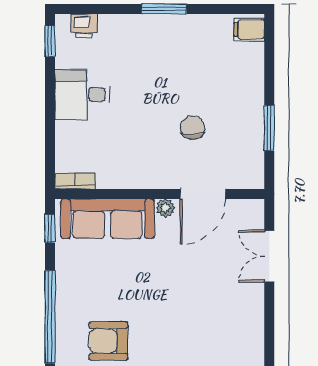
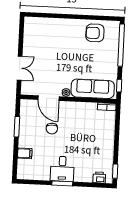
filing cabinet: (249, 29) -> (25, 153), moved
desk: (82, 95) -> (62, 169), moved, turned 90
door: (203, 194) -> (49, 98), swing flipped
armchair: (108, 341) -> (95, 33), turned 180

